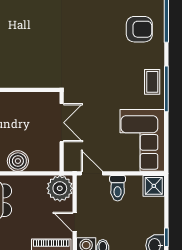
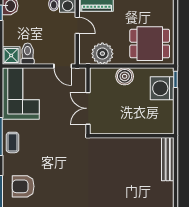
plant: (60, 188) -> (102, 54), moved
toilet: (118, 188) -> (28, 54), moved

